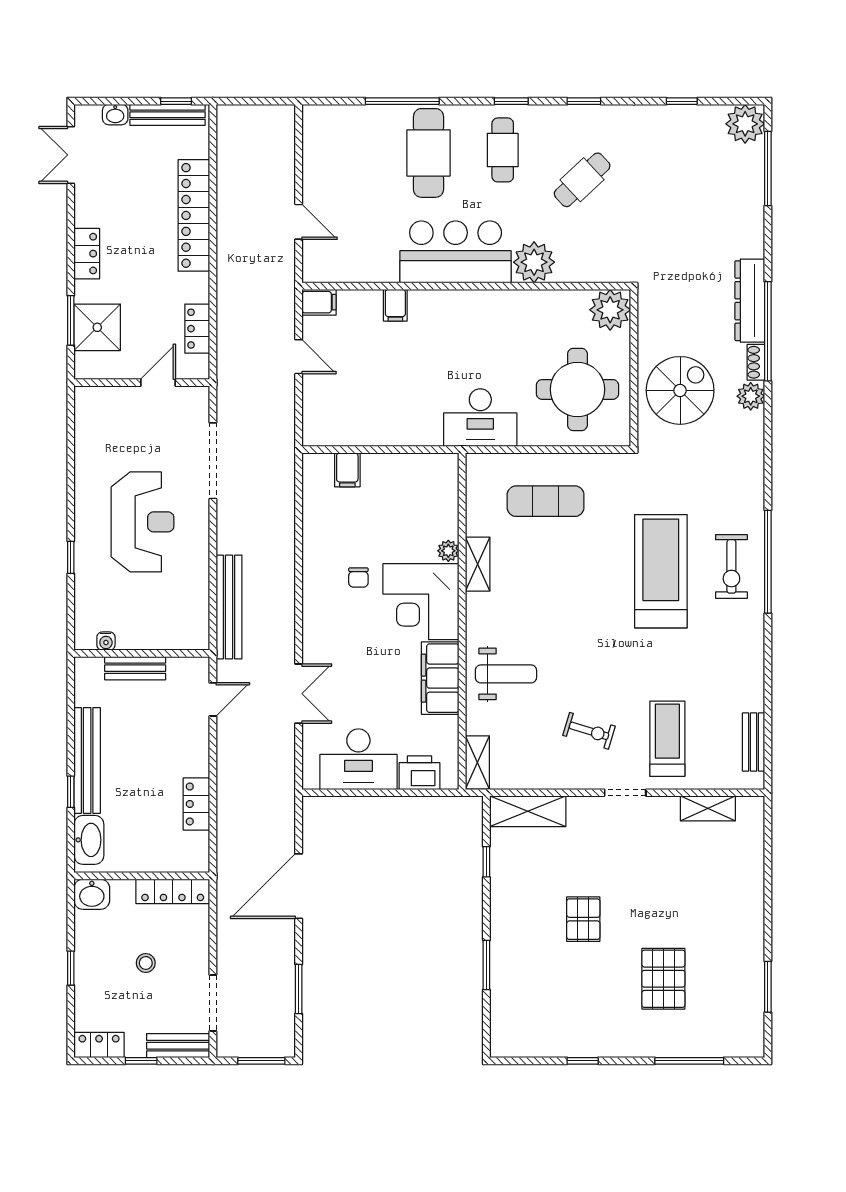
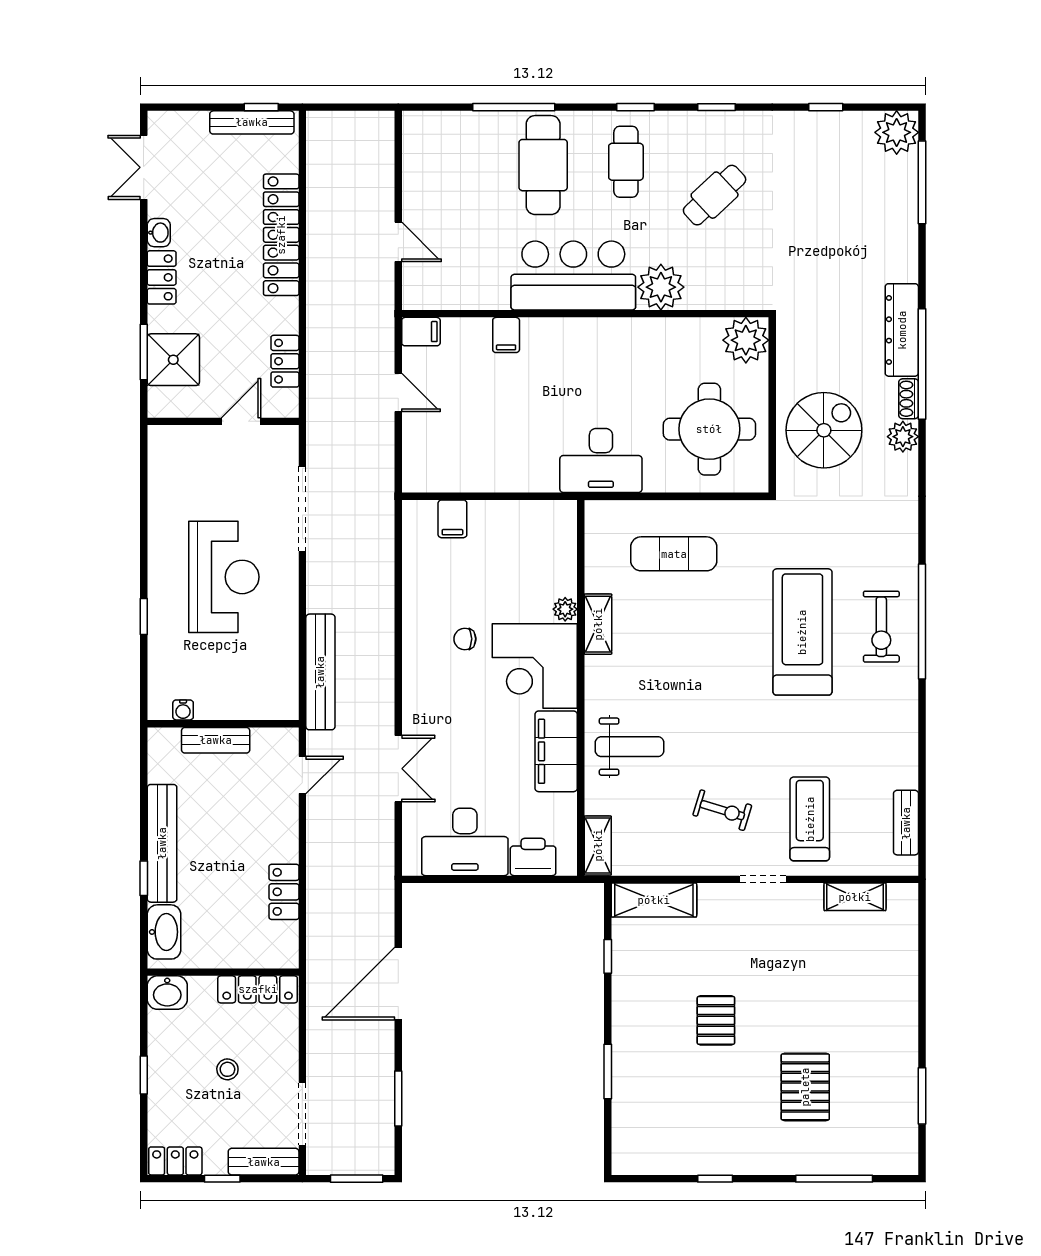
washbasin: (115, 115) -> (159, 233), moved, turned -90
chair: (358, 577) -> (465, 639), turned 90

